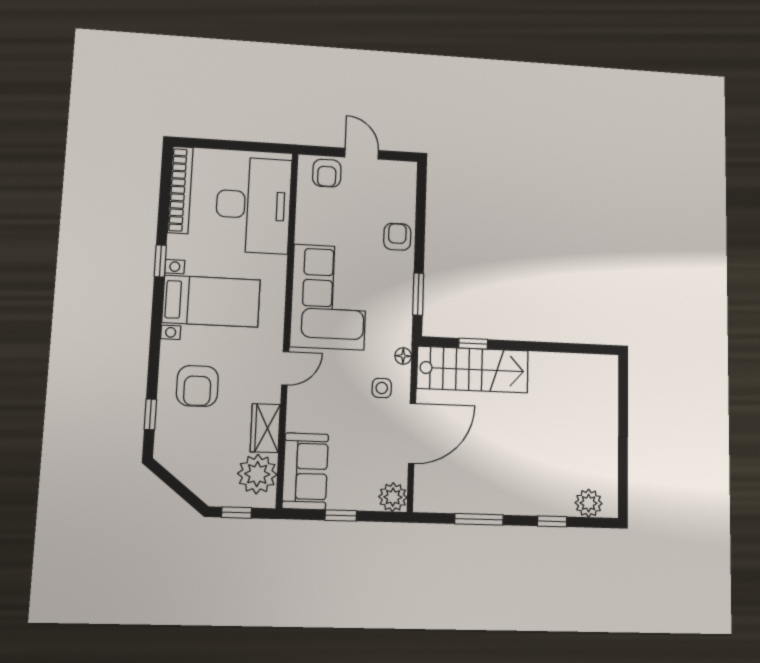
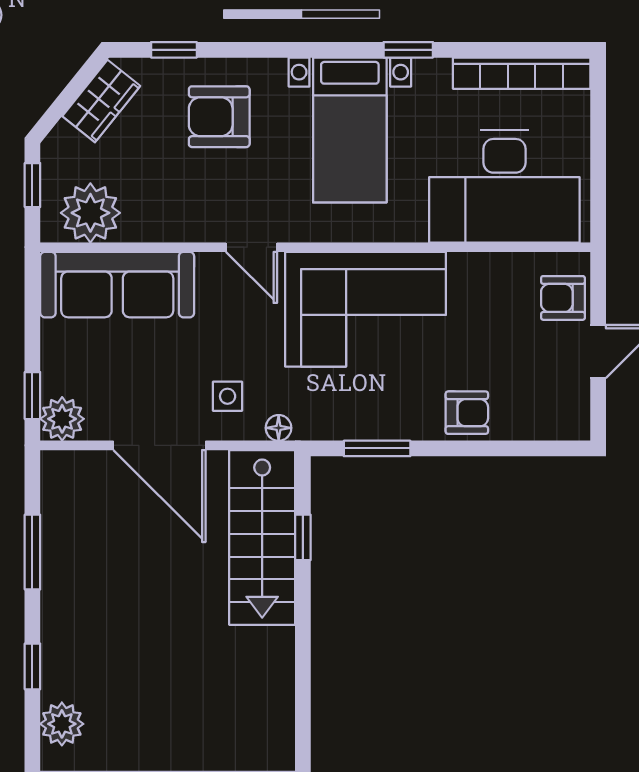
wardrobe: (265, 428) -> (101, 101), moved, turned 129
sofa: (305, 471) -> (117, 285), width x1.36
window: (341, 515) -> (32, 396), moved

